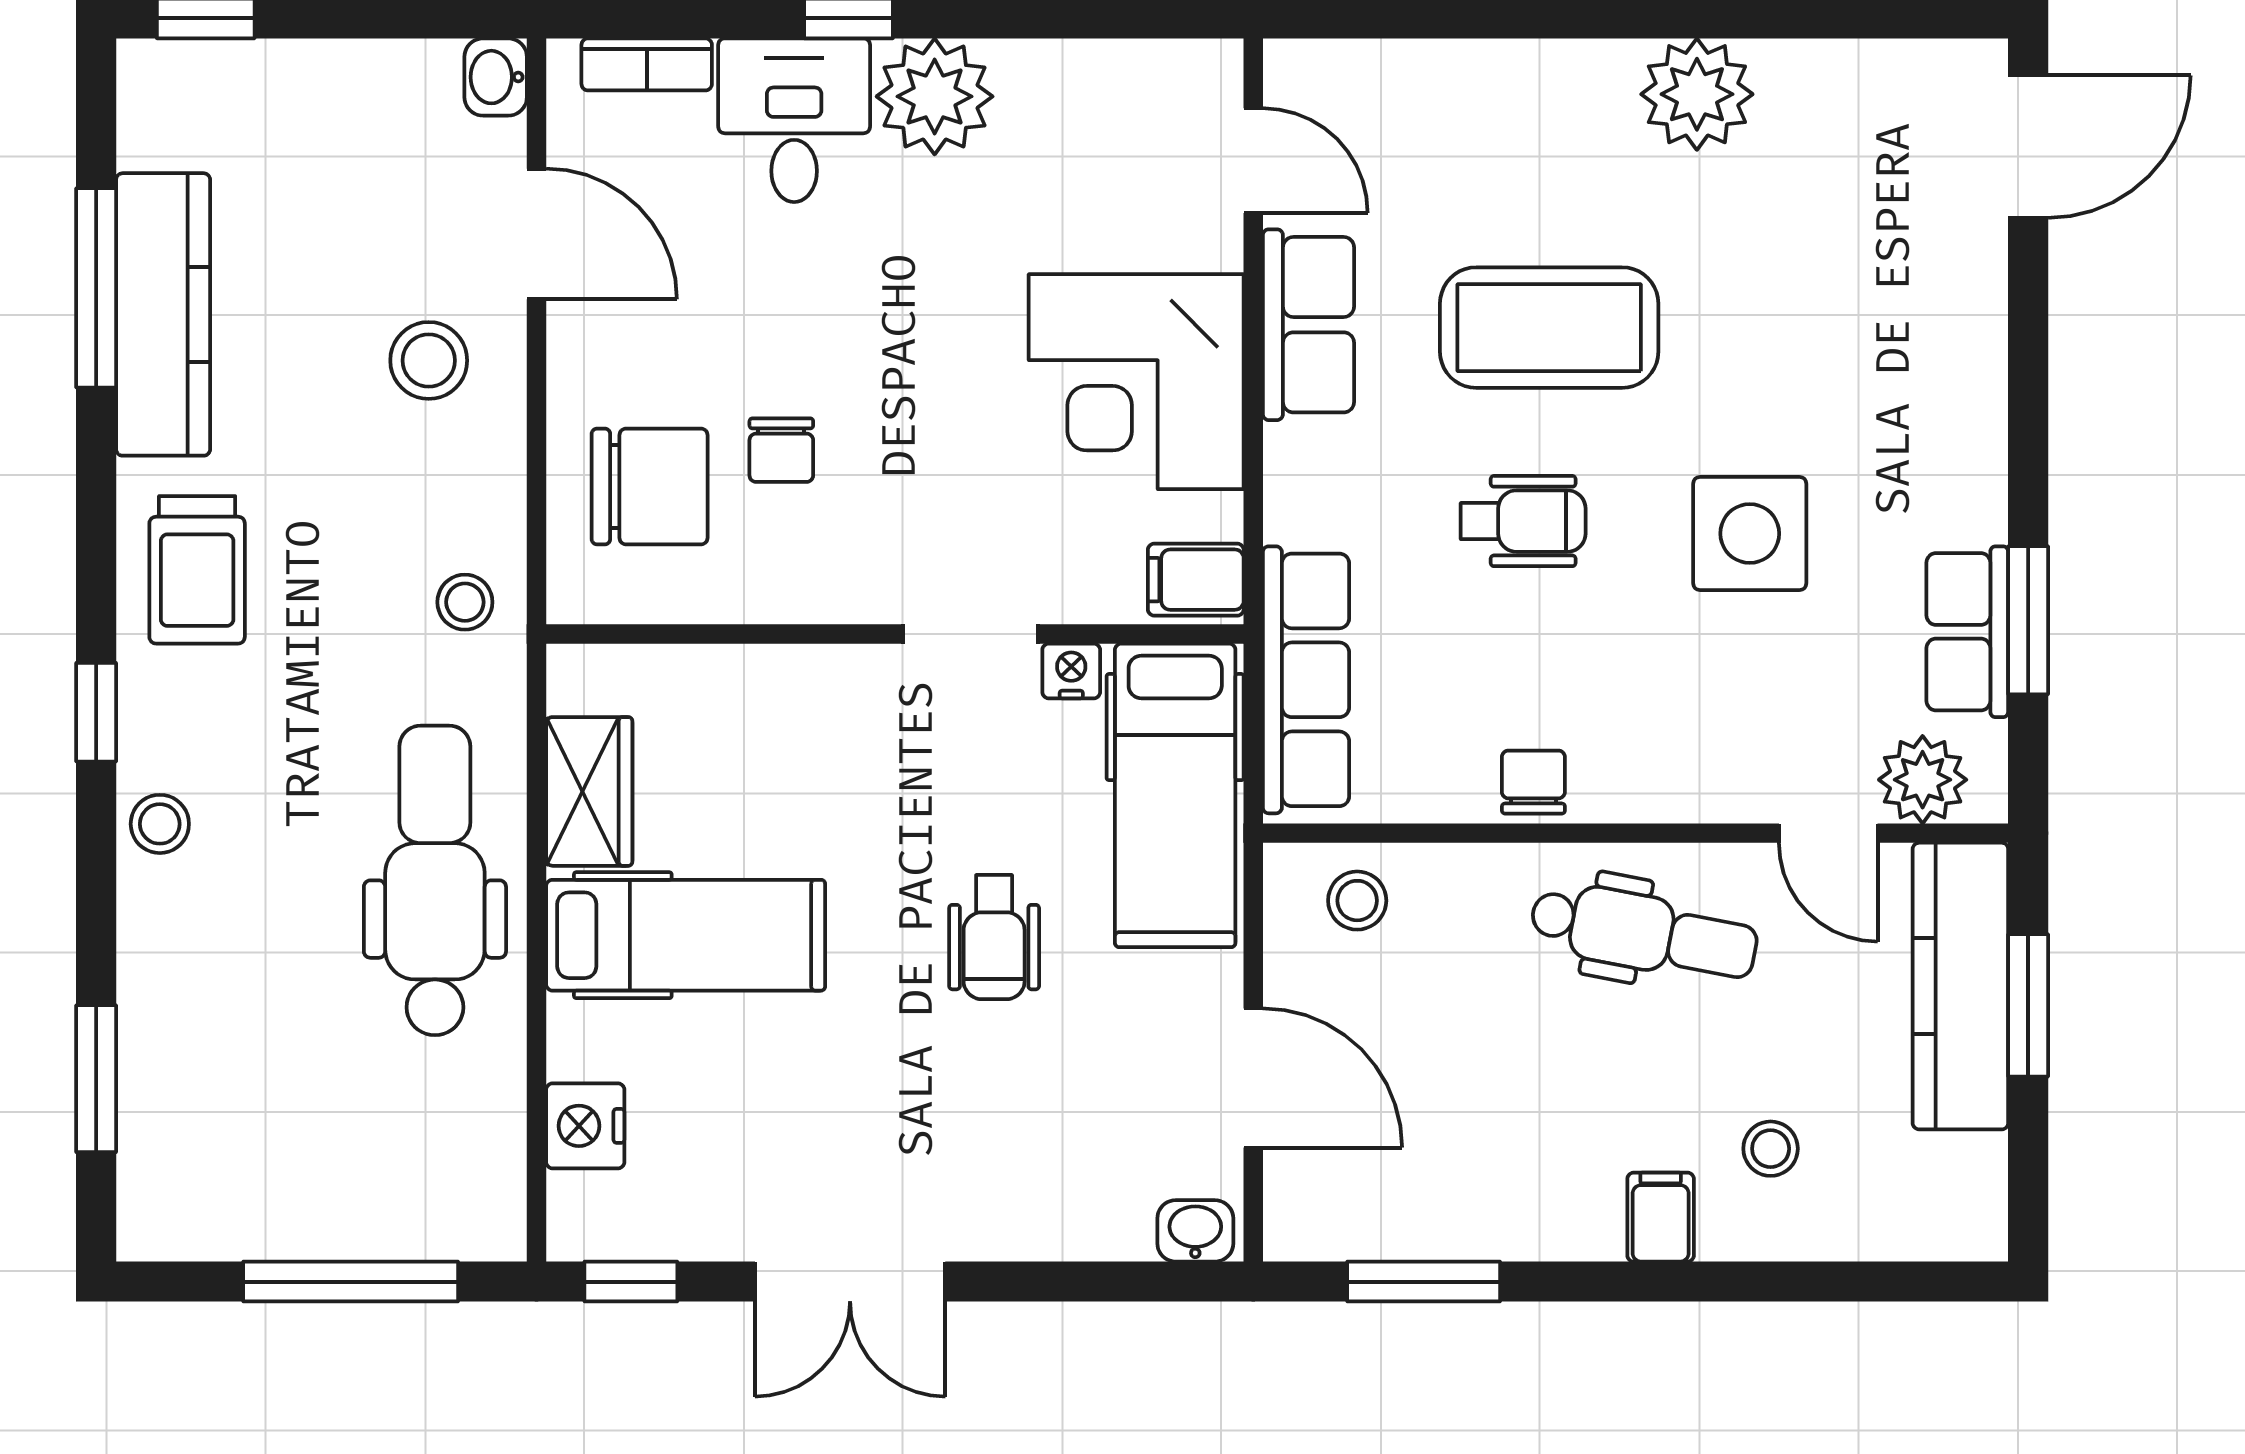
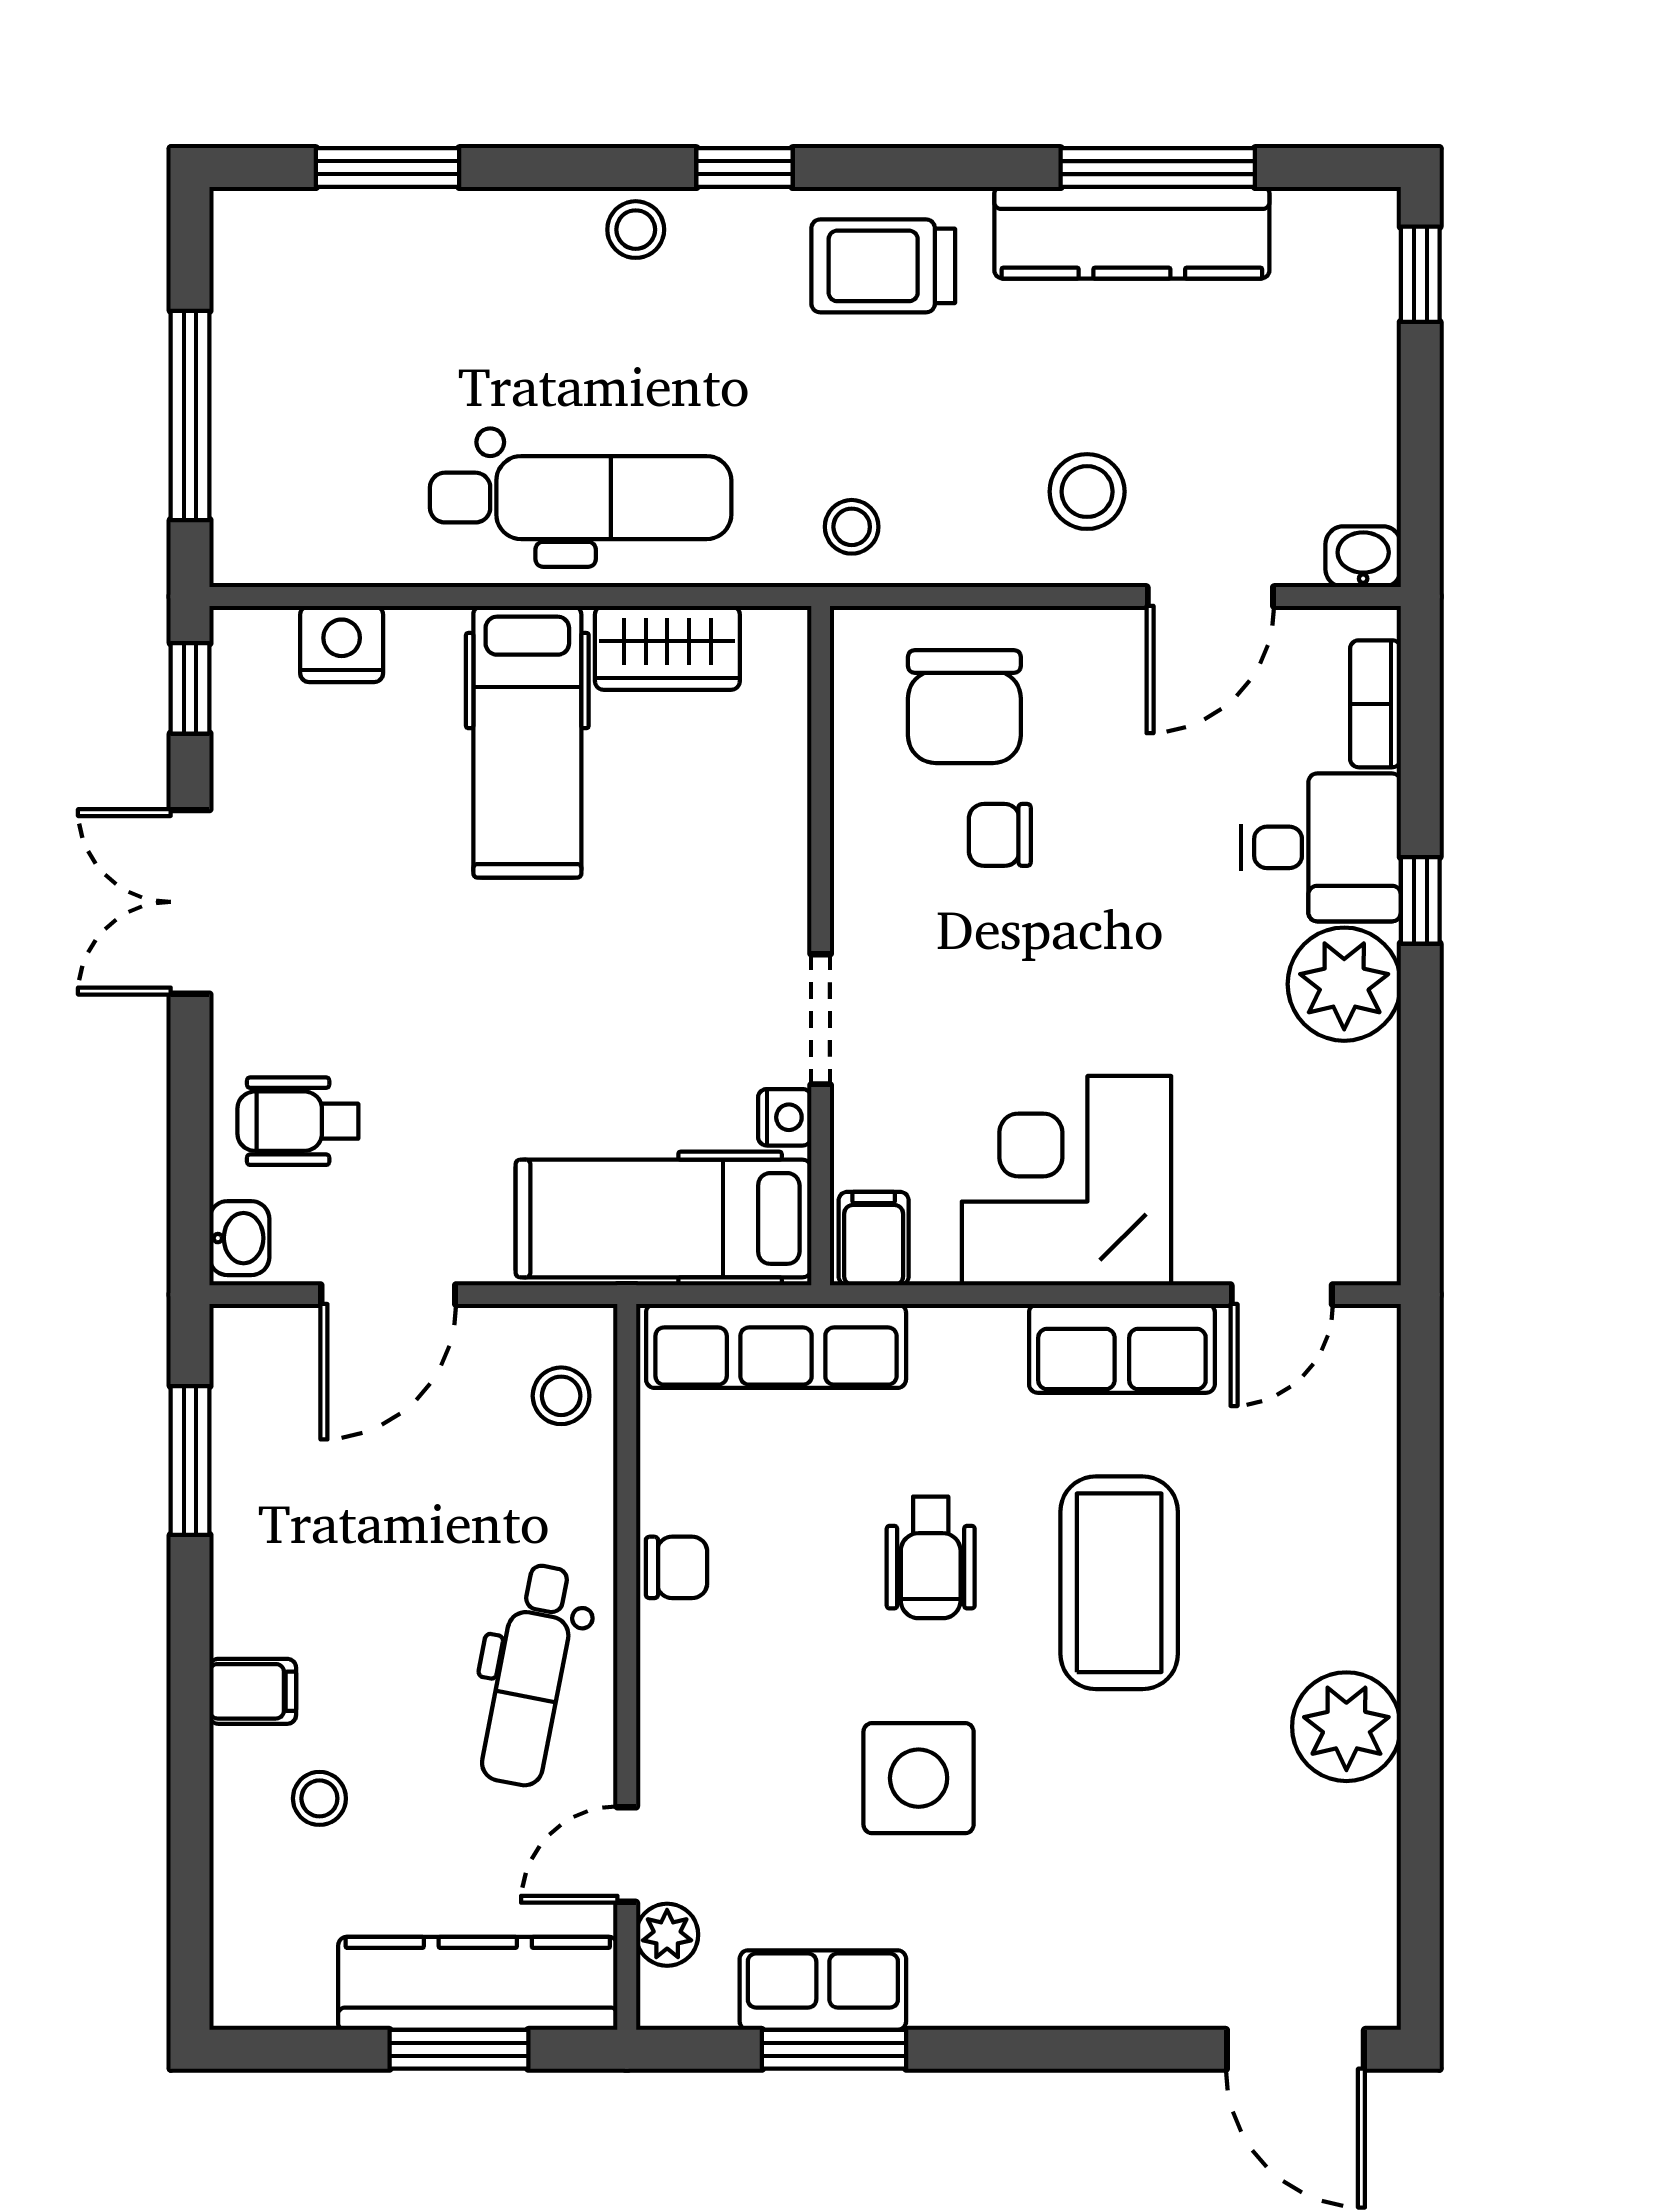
plant: (1923, 780) -> (667, 1935), width x0.73, depth x0.73
wheelchair: (994, 937) -> (298, 1121), moved

